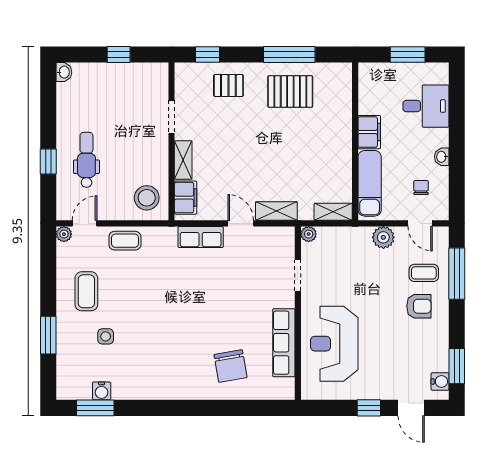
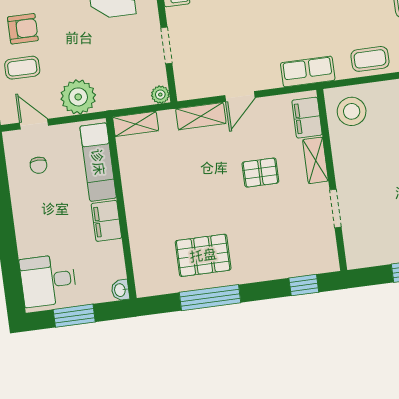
pallet: (228, 86) -> (260, 173), moved
desk: (426, 106) -> (48, 280), moved
washbasin: (442, 157) -> (120, 290), moved, turned 180
door: (241, 223) -> (240, 97), hinge flipped
row of seats: (201, 237) -> (308, 72), moved
plant: (383, 237) -> (78, 97), width x1.36, depth x1.36
armchair: (419, 306) -> (23, 29), turned 180

